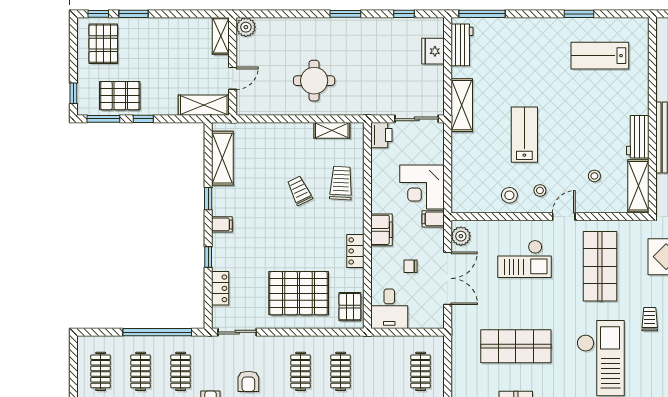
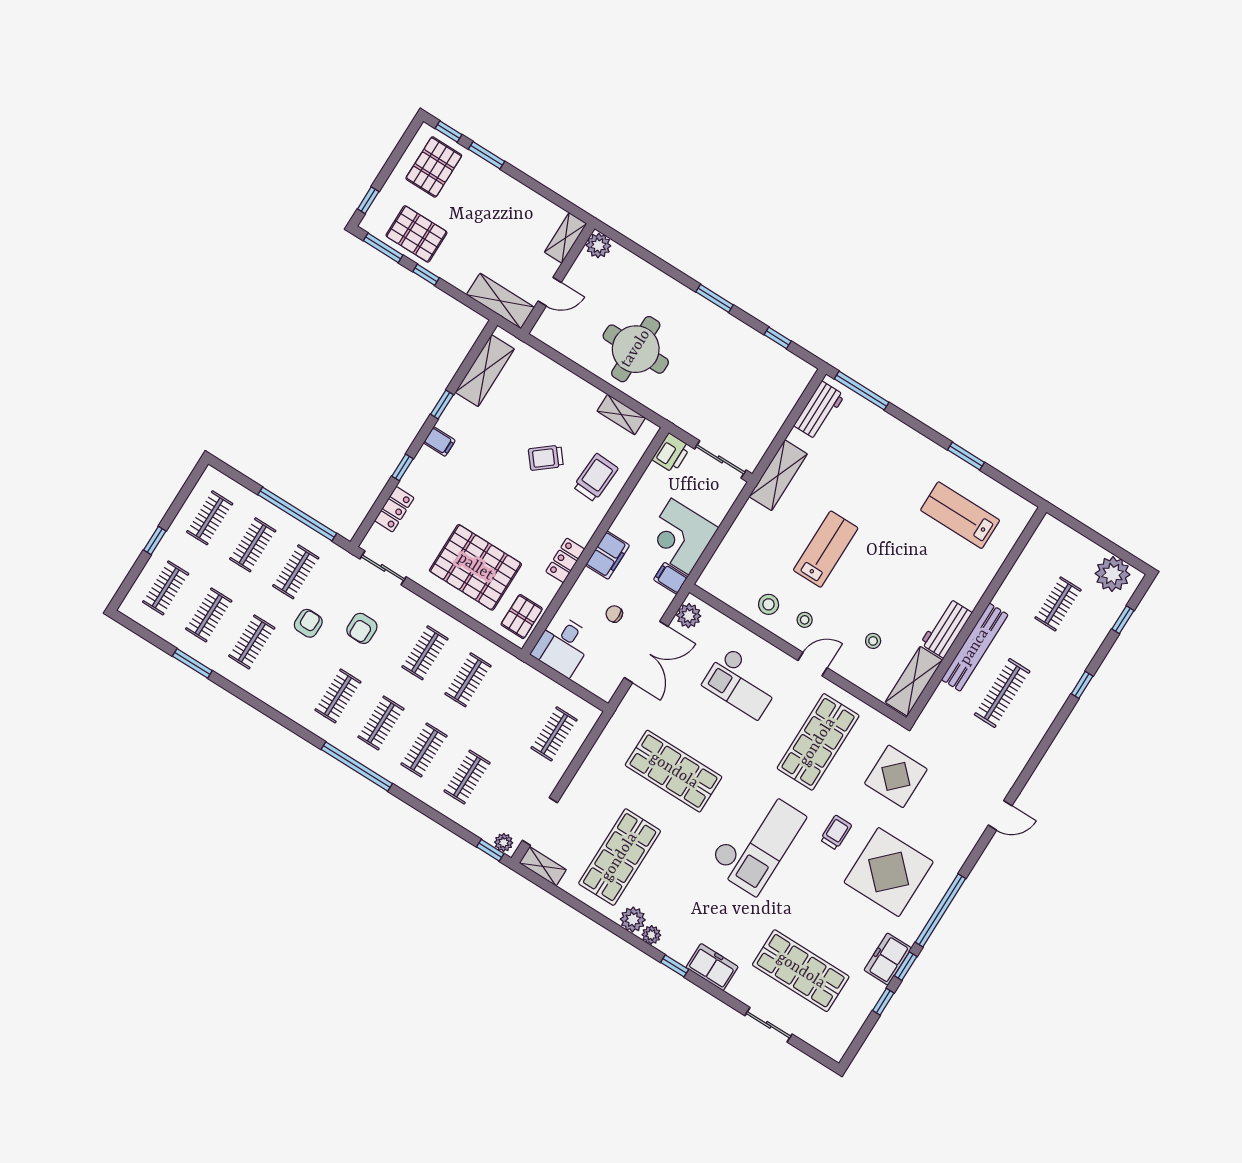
fridge: (433, 51) -> (784, 398), removed
round table: (314, 81) -> (636, 349), width x1.36, depth x1.36
trolley: (300, 191) -> (546, 458), turned -103

